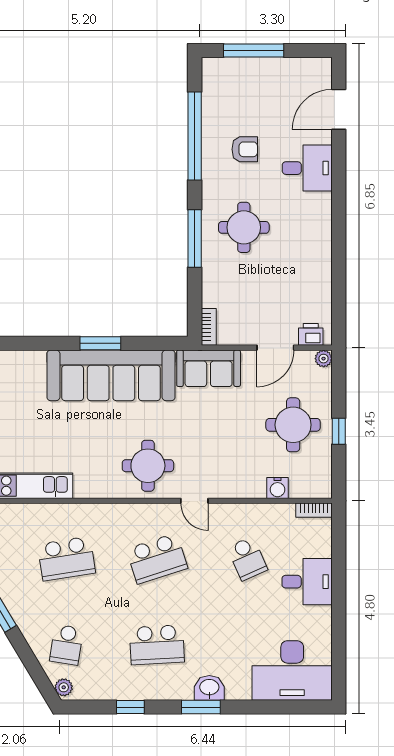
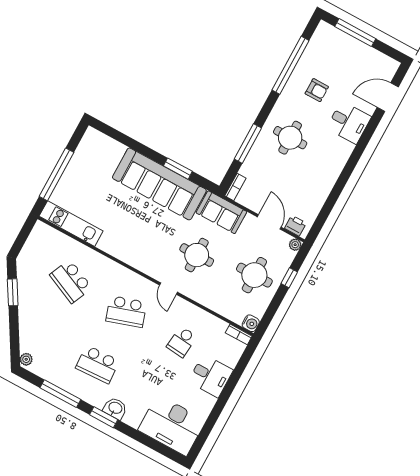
window: (195, 239) -> (248, 143), moved
window: (100, 343) -> (178, 169), moved
door: (275, 348) -> (269, 222), swing flipped
window: (339, 431) -> (289, 278), moved
round table: (148, 466) -> (197, 255), moved
water cooler: (277, 488) -> (251, 323), moved, turned -90
school desk: (66, 559) -> (71, 281), turned 33
school desk: (247, 559) -> (182, 342), turned 30
school desk: (66, 645) -> (42, 334), removed
window: (130, 707) -> (60, 394), width x2.17

